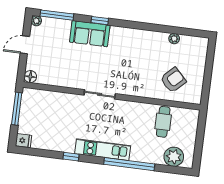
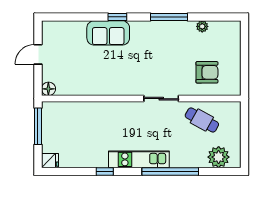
window: (57, 15) -> (169, 17), moved
plant: (36, 21) -> (47, 26), removed
armchair: (173, 80) -> (207, 72), turned 44
sliding door: (100, 94) -> (161, 99), moved
cafe table: (163, 122) -> (202, 120), turned -61

